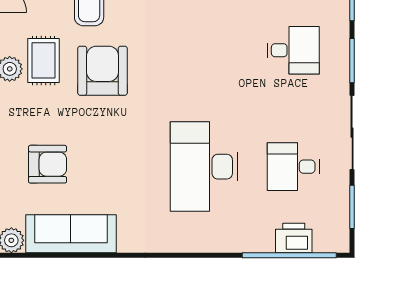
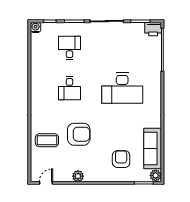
rug: (43, 60) -> (74, 161), removed
armchair: (103, 71) -> (79, 134), turned 180
desk: (293, 167) -> (70, 88), moved
printer: (294, 238) -> (153, 29), moved, turned -90

